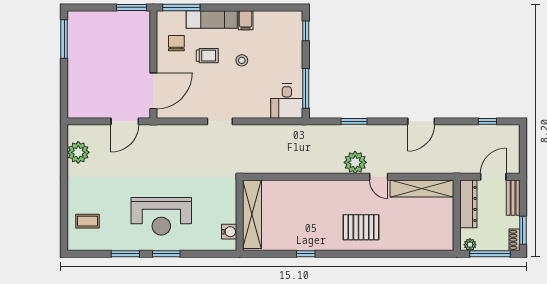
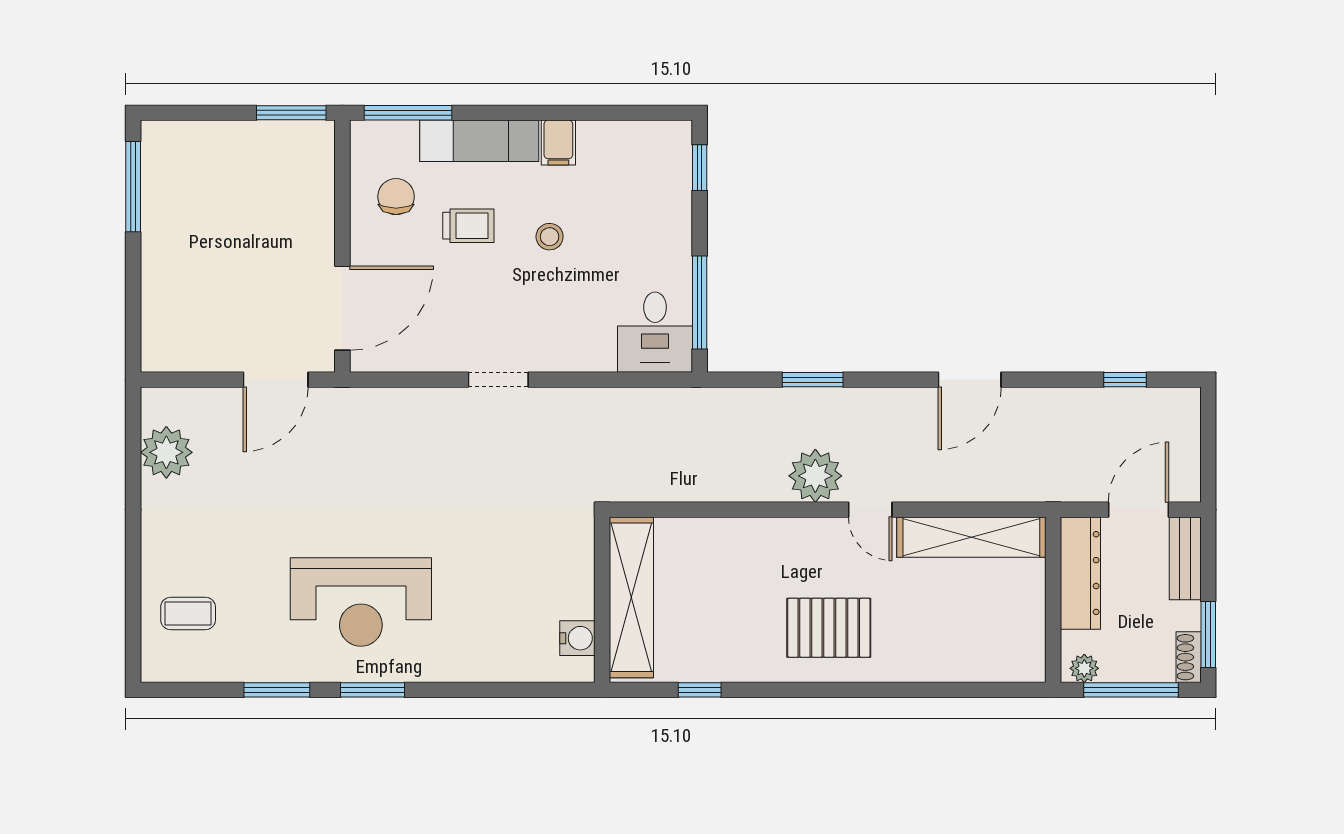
shelving: (252, 214) -> (631, 597), moved
wall: (240, 215) -> (602, 600), moved
water cooler: (229, 232) -> (577, 638), moved

